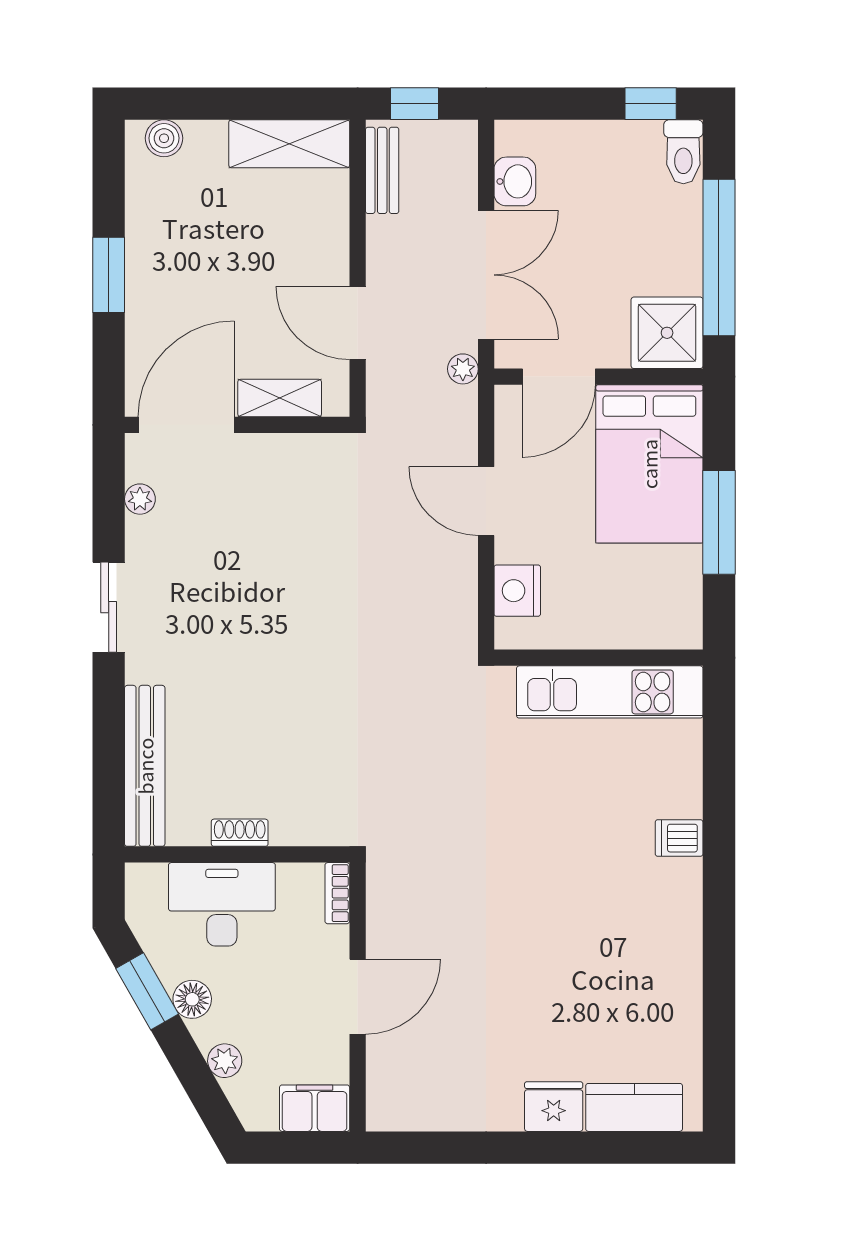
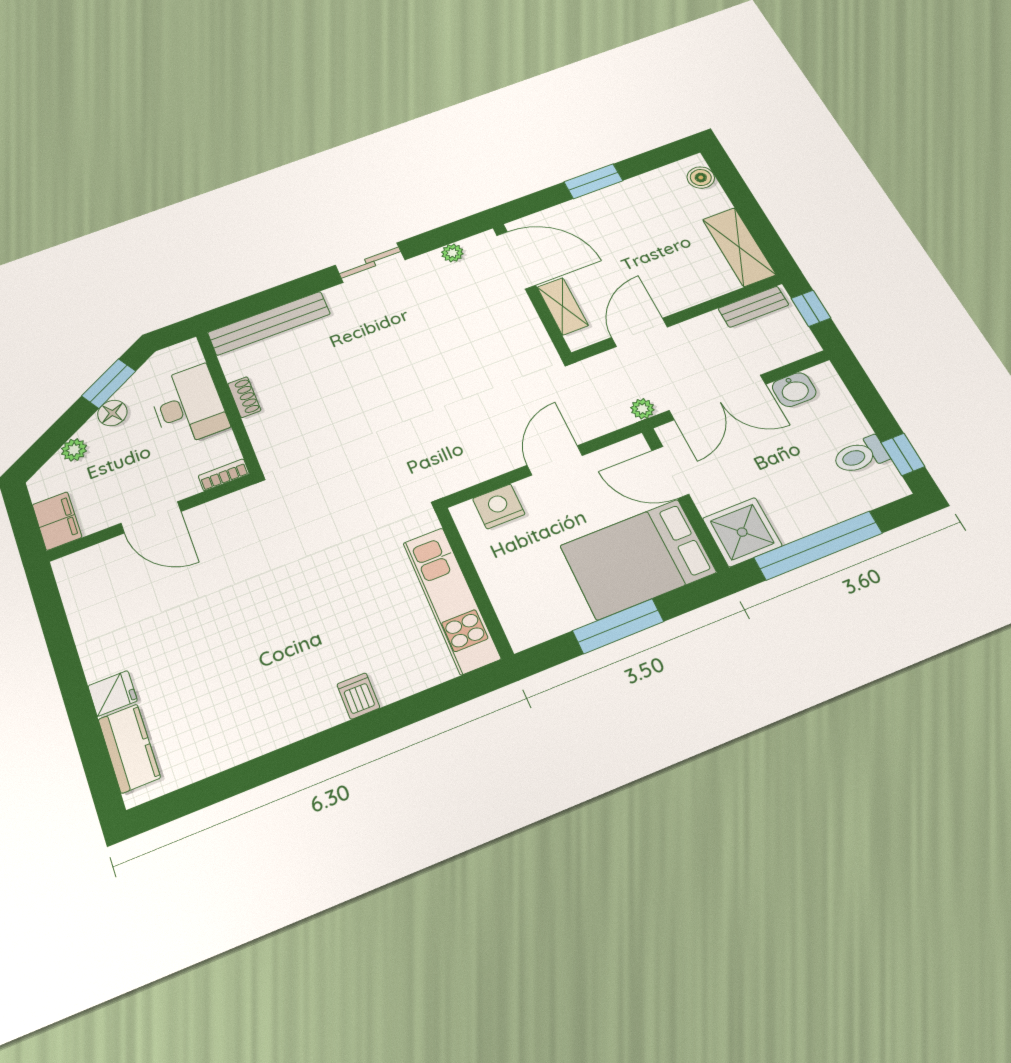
toilet: (683, 152) -> (860, 455), moved
fridge: (554, 1107) -> (113, 693), width x0.72

